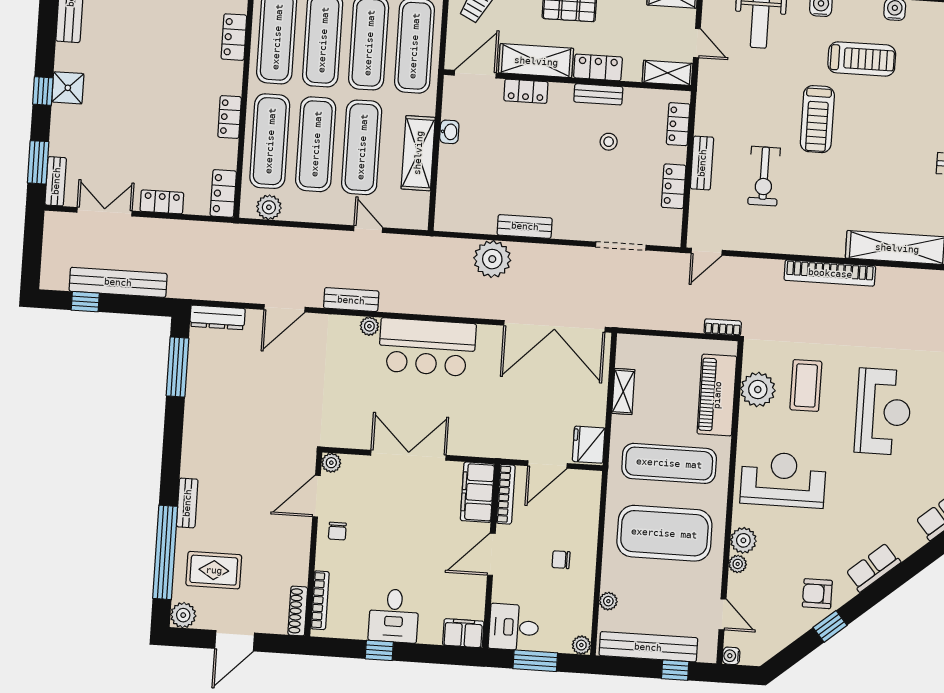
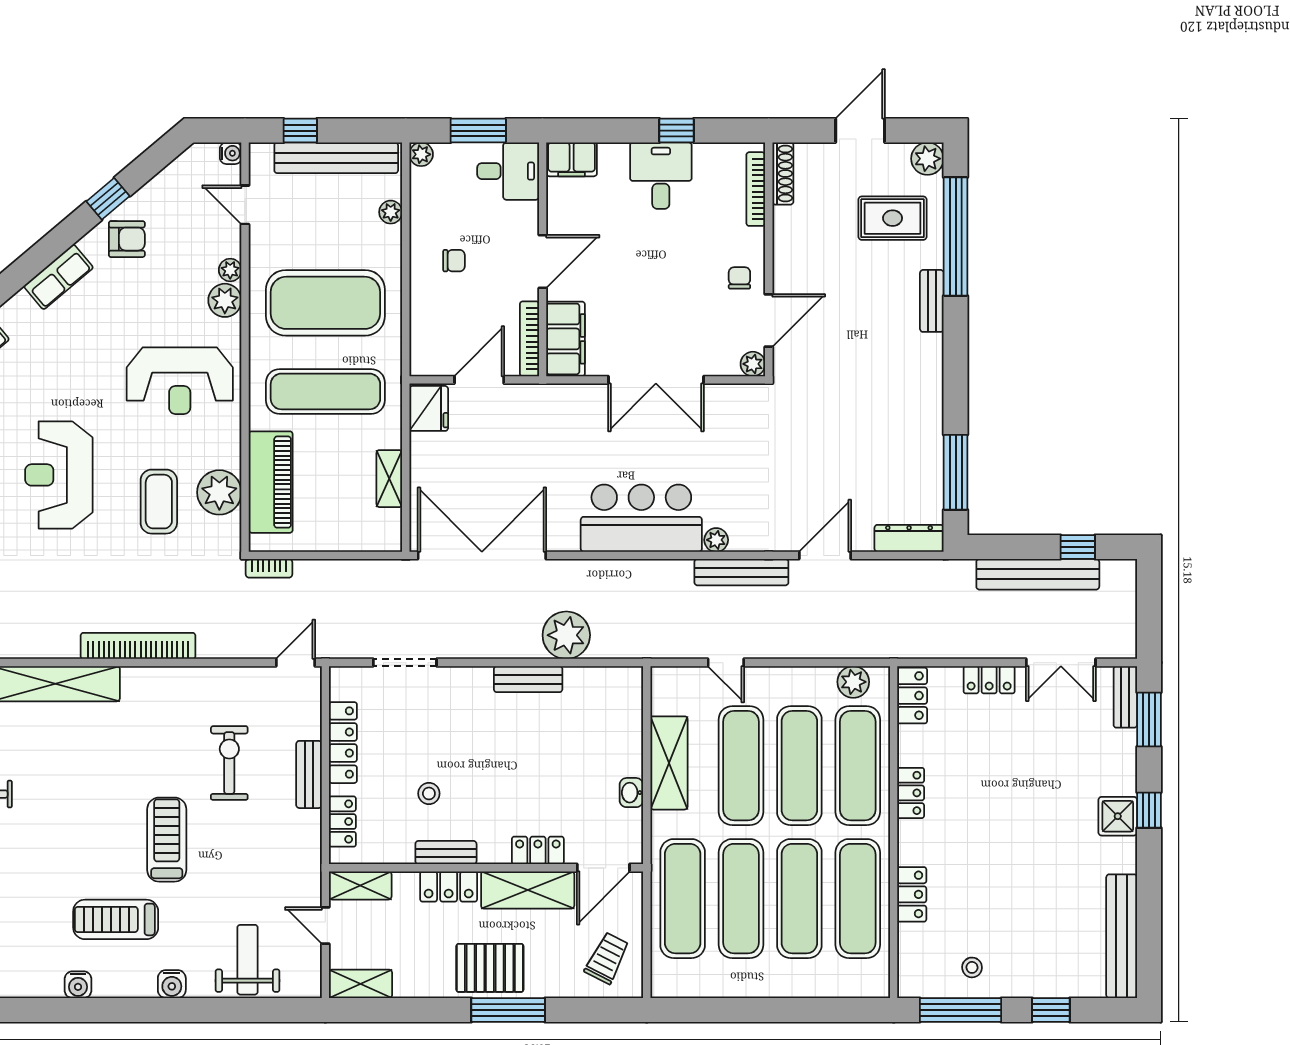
locker: (674, 186) -> (343, 743), width x1.53
bench: (351, 300) -> (741, 572), width x1.36

